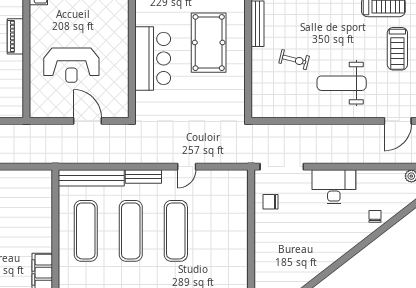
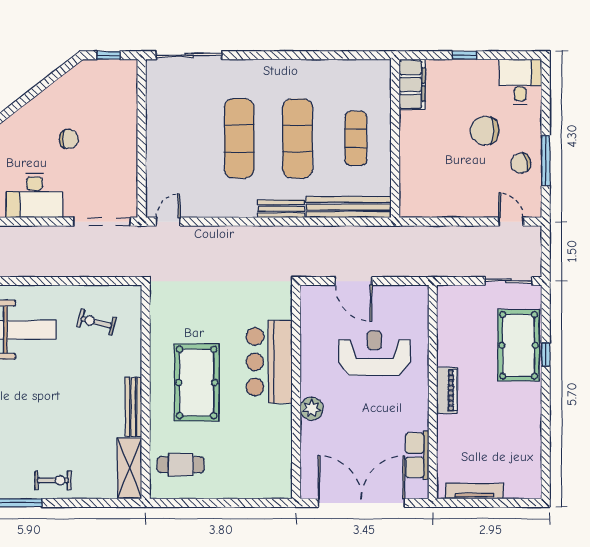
plant: (120, 22) -> (312, 409), added
exercise bike: (294, 60) -> (96, 322), moved
door: (187, 167) -> (168, 222), moved
chair: (271, 202) -> (69, 139), moved
exercise mat: (86, 231) -> (356, 138), width x0.73, depth x0.69

